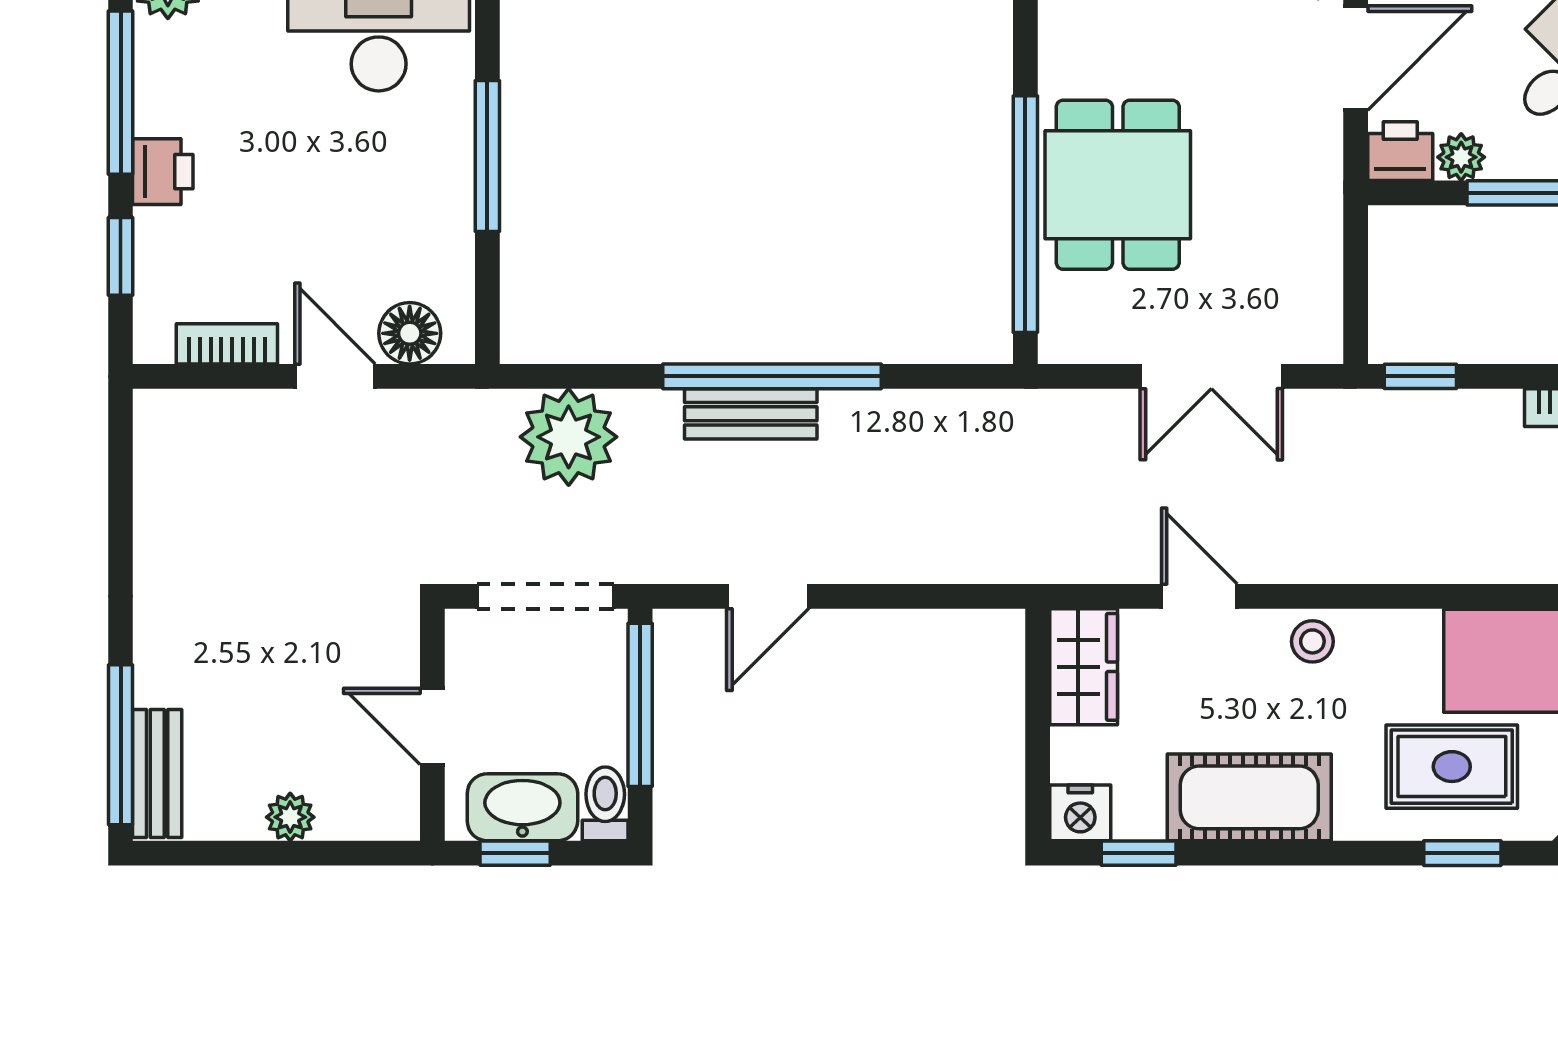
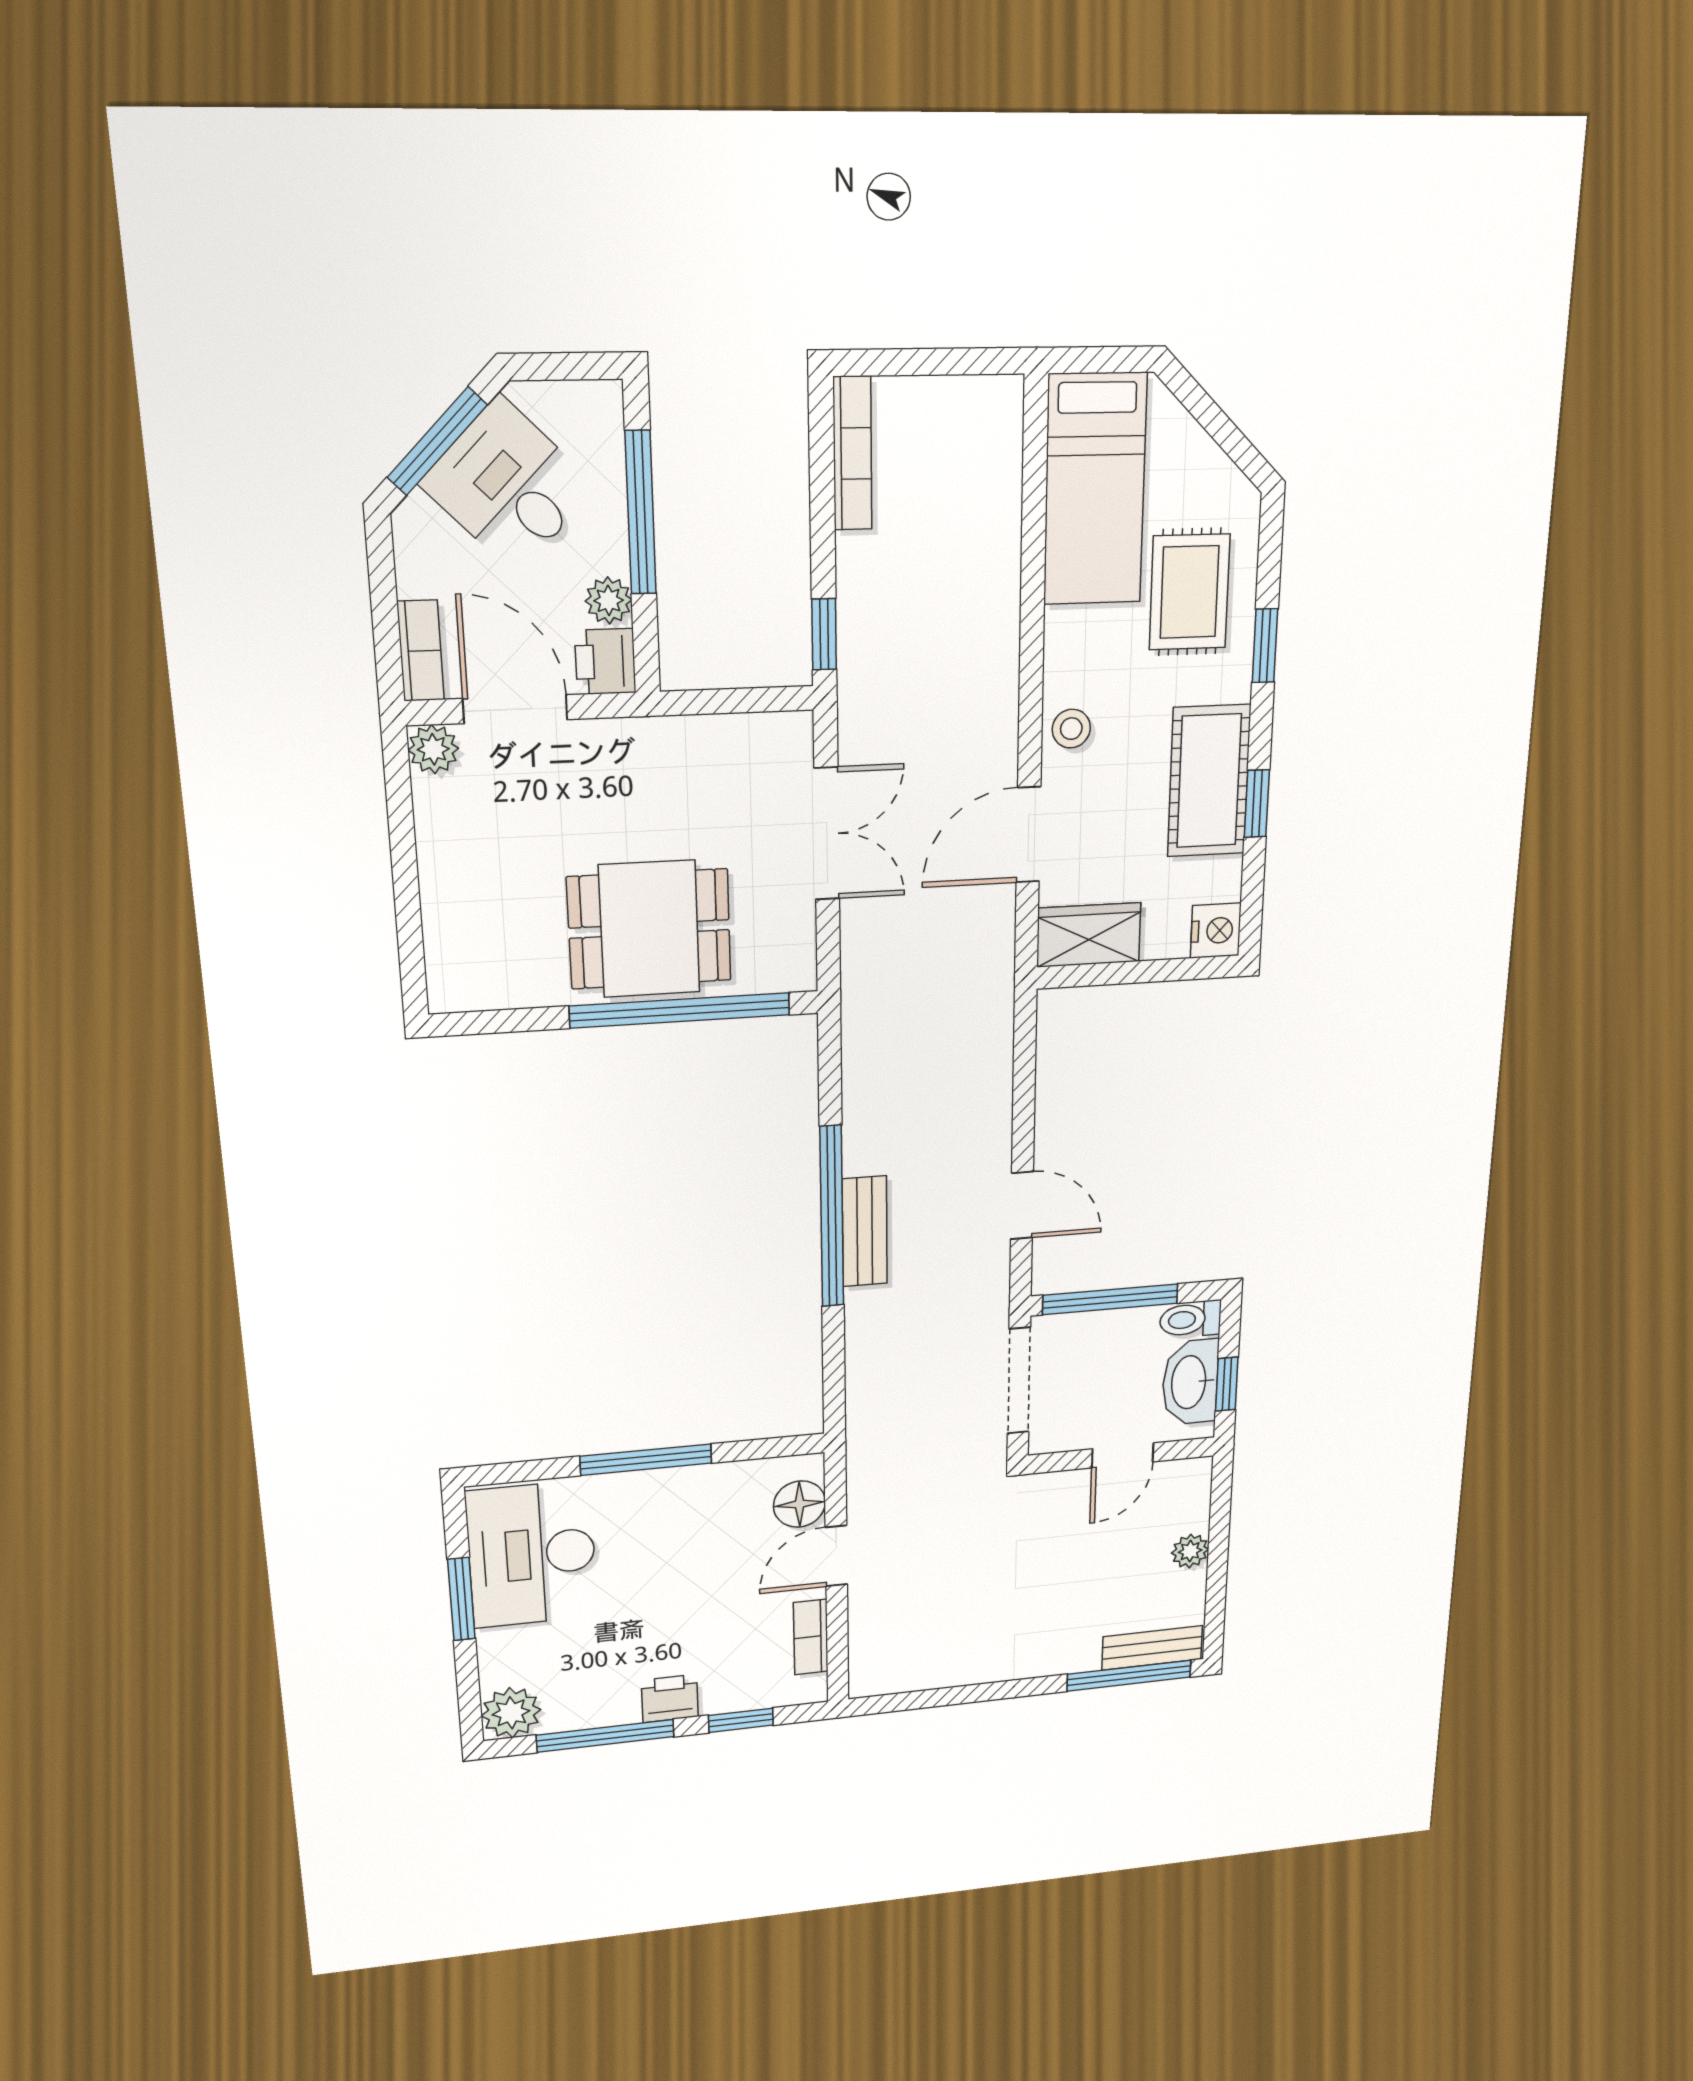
plant: (569, 437) -> (886, 1375), removed
door: (1199, 596) -> (1028, 835), width x1.38
window: (1139, 853) -> (1257, 804), moved
window: (1462, 853) -> (1265, 646), moved

